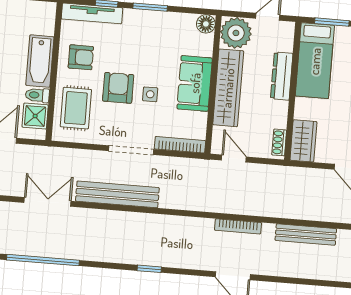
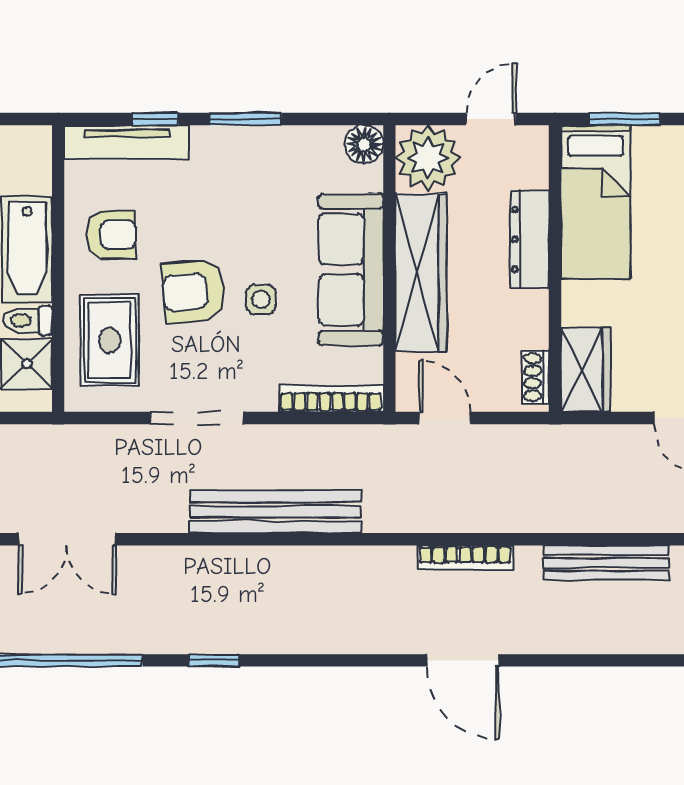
sofa: (195, 83) -> (351, 269), width x1.36
armchair: (118, 88) -> (194, 291), turned -95
doorway: (131, 150) -> (197, 418), moved
bench: (117, 194) -> (276, 512), moved
double door: (48, 202) -> (67, 539), swing flipped
window: (149, 269) -> (214, 660), moved

